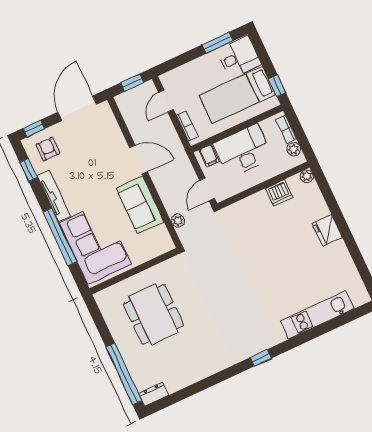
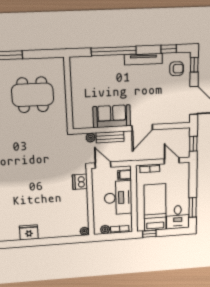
dishwasher: (279, 193) -> (80, 182), moved
bench: (167, 196) -> (110, 137), added
fridge: (327, 231) -> (29, 232), moved
corner sofa: (95, 244) -> (99, 74), removed

